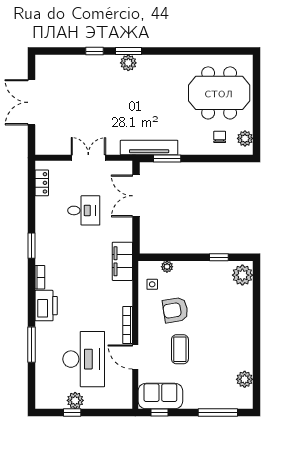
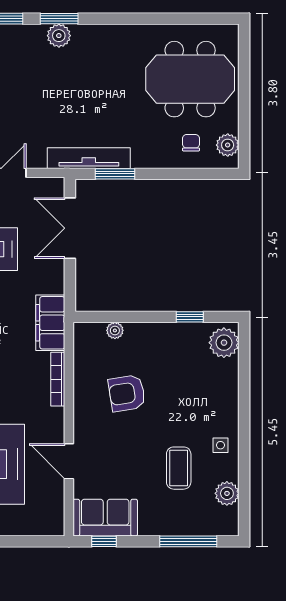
side table: (152, 284) -> (220, 445), moved
bookcase: (128, 325) -> (58, 379), moved
coffee table: (180, 349) -> (179, 468), moved

